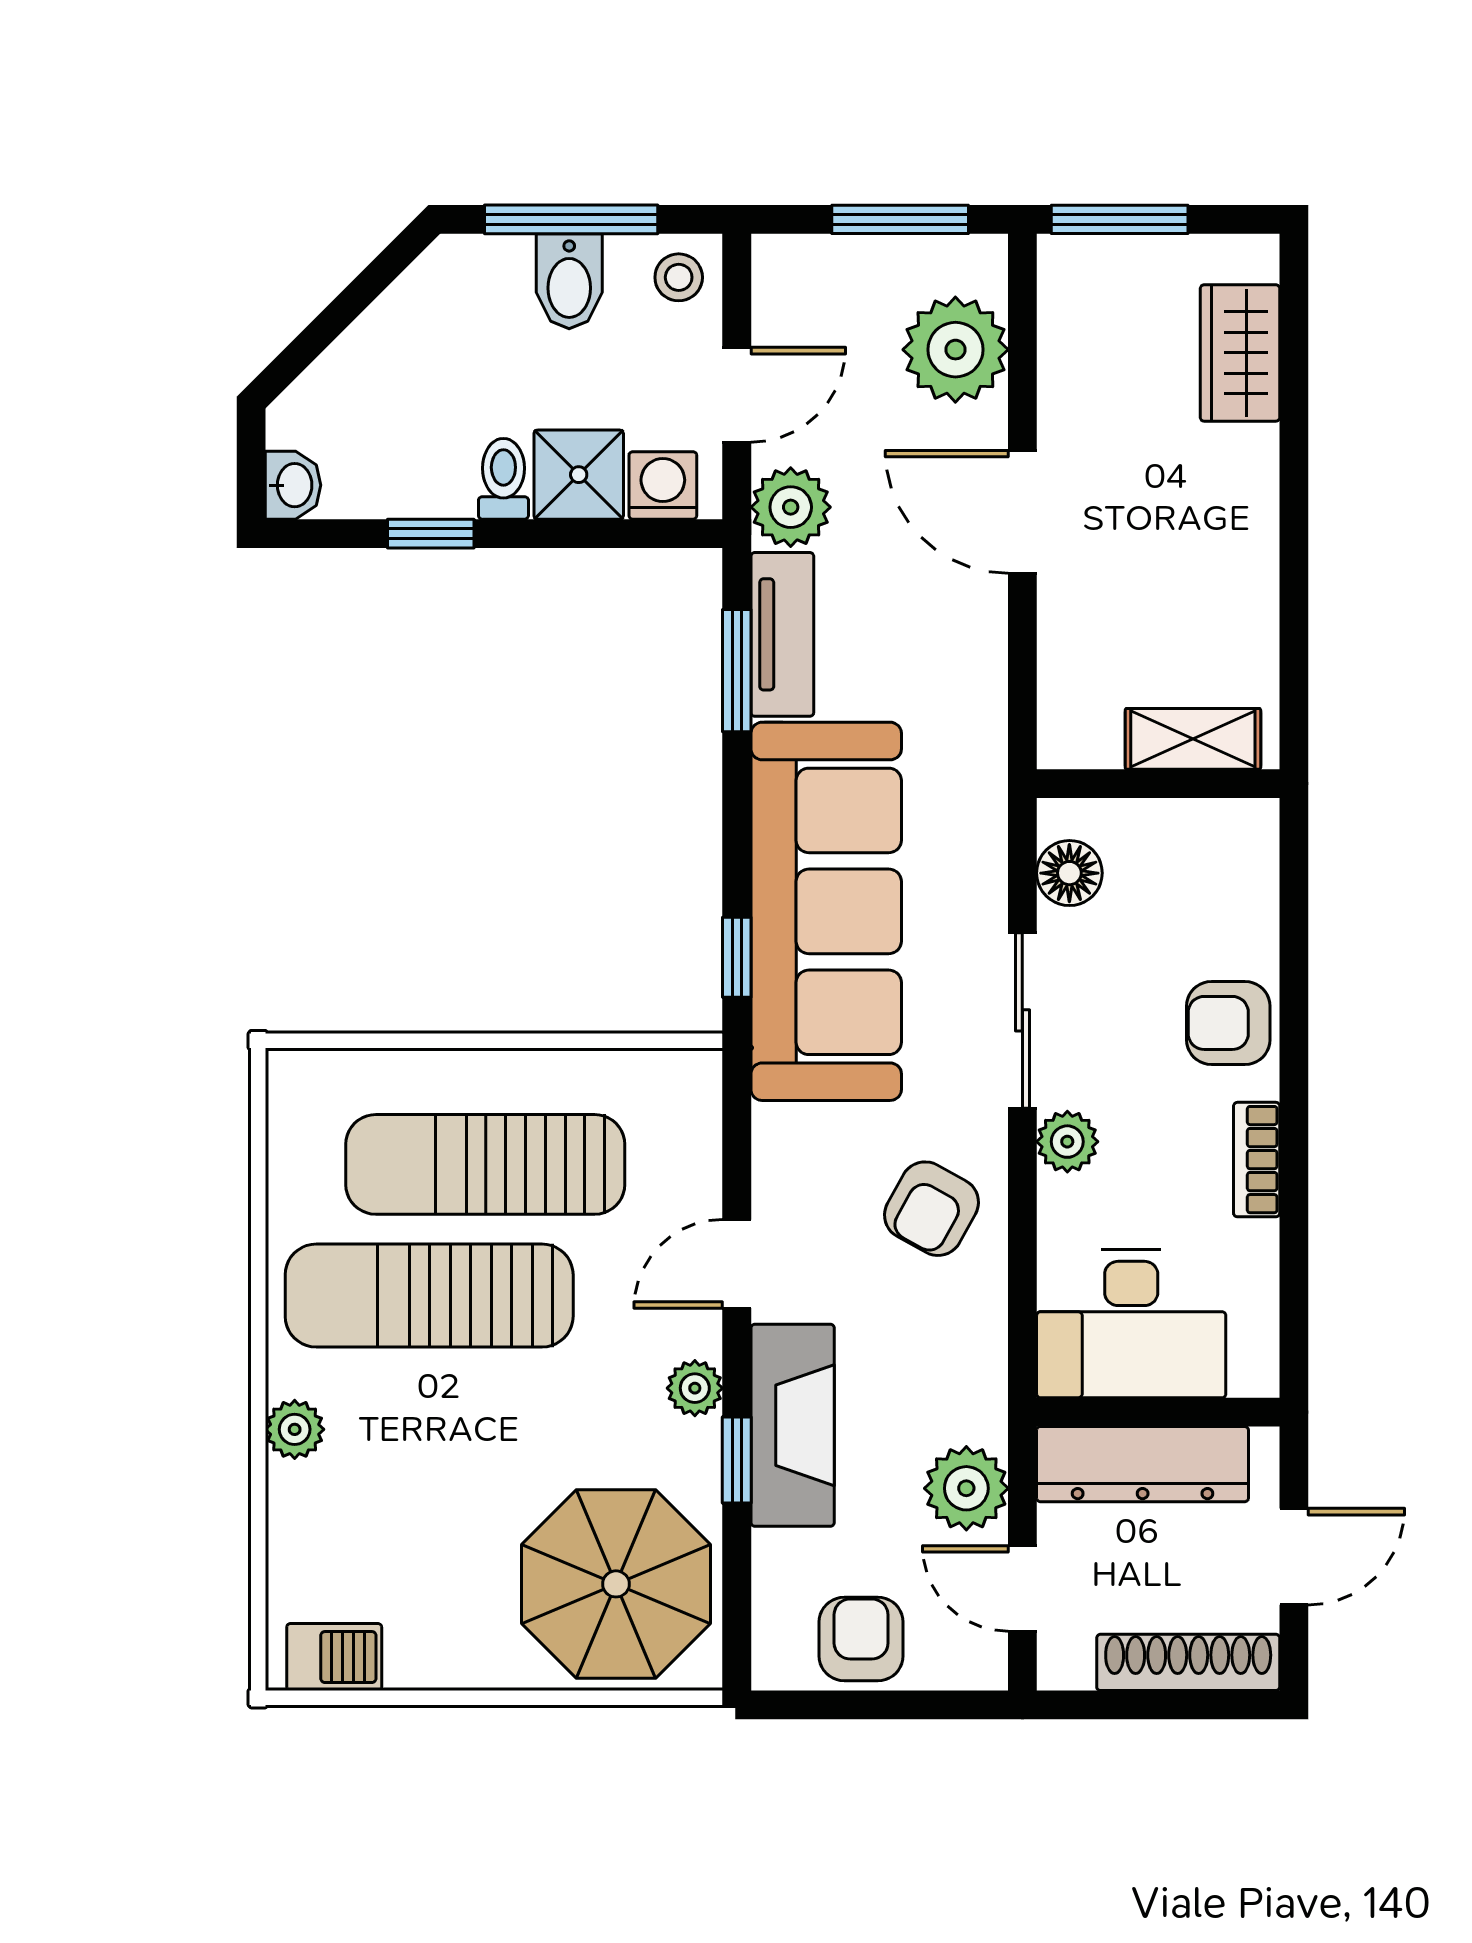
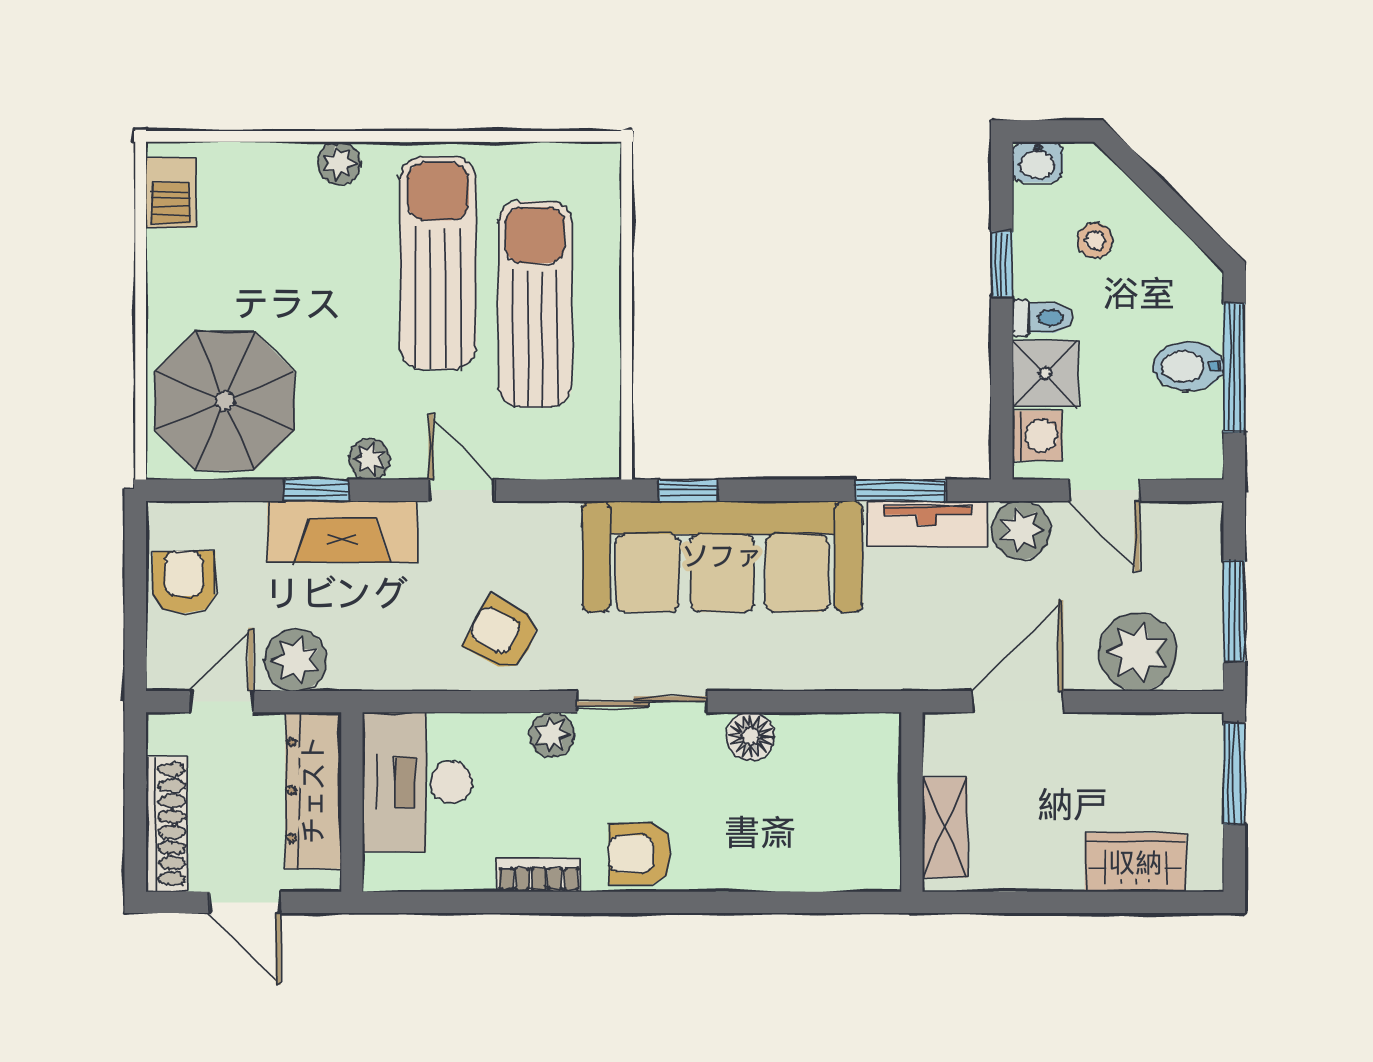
stool: (679, 277) -> (1095, 240), moved
shelving: (1193, 739) -> (945, 828), moved
wall: (1158, 784) -> (912, 802), moved
armchair: (1228, 1023) -> (640, 854), turned -90
armchair: (861, 1639) -> (184, 582), turned -90

